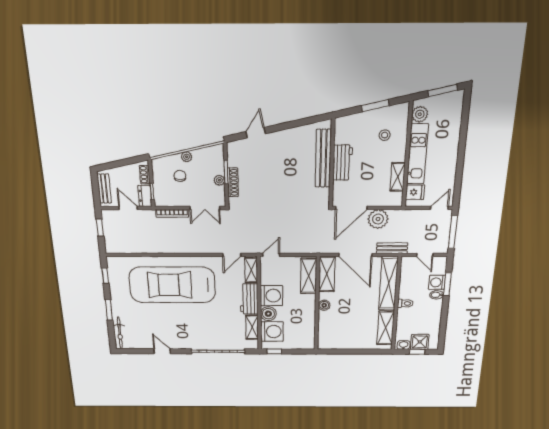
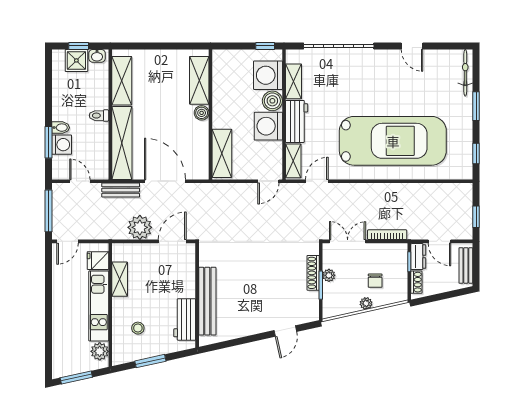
workbench: (343, 163) -> (185, 319), moved
door: (351, 208) -> (172, 241), width x0.73
shelving: (327, 274) -> (199, 80), moved

